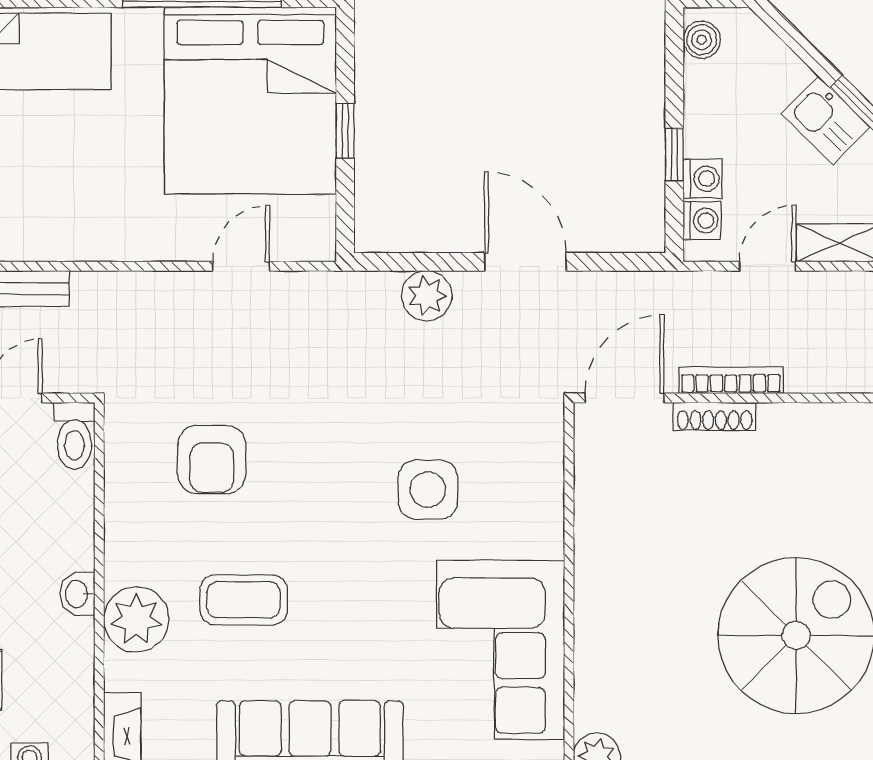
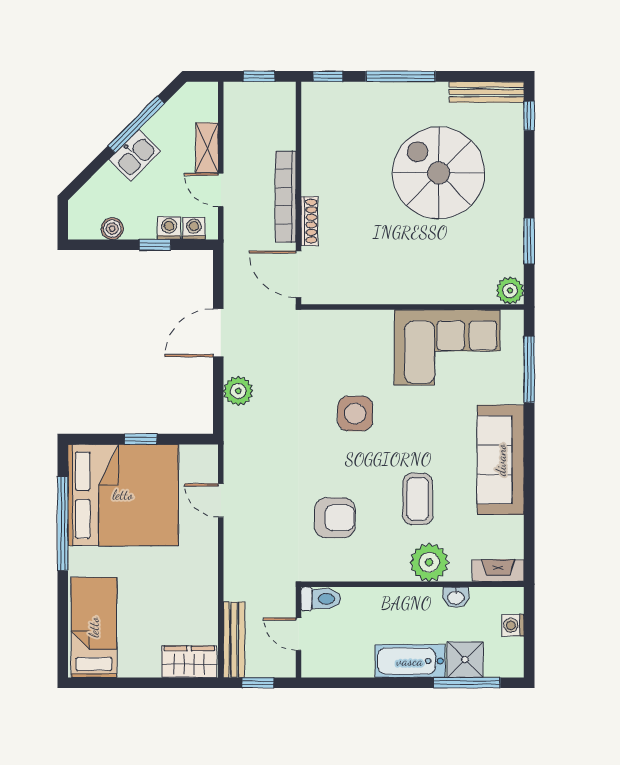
boiler: (702, 40) -> (112, 229), moved
bookcase: (731, 380) -> (286, 197), width x1.48, depth x1.31
side table: (428, 490) -> (355, 414), moved
washbasin: (77, 594) -> (456, 597), moved

